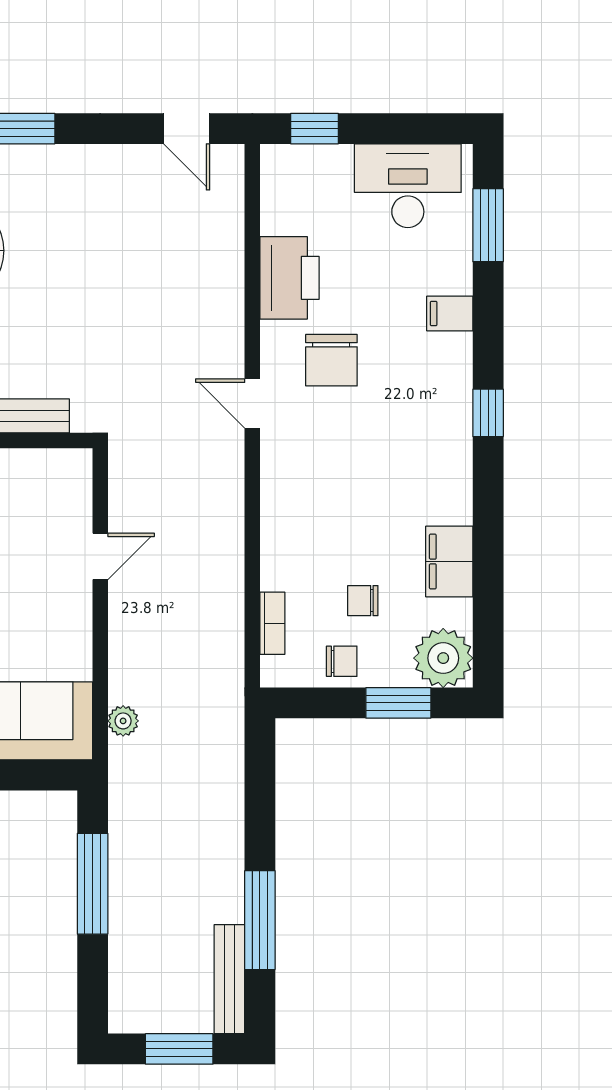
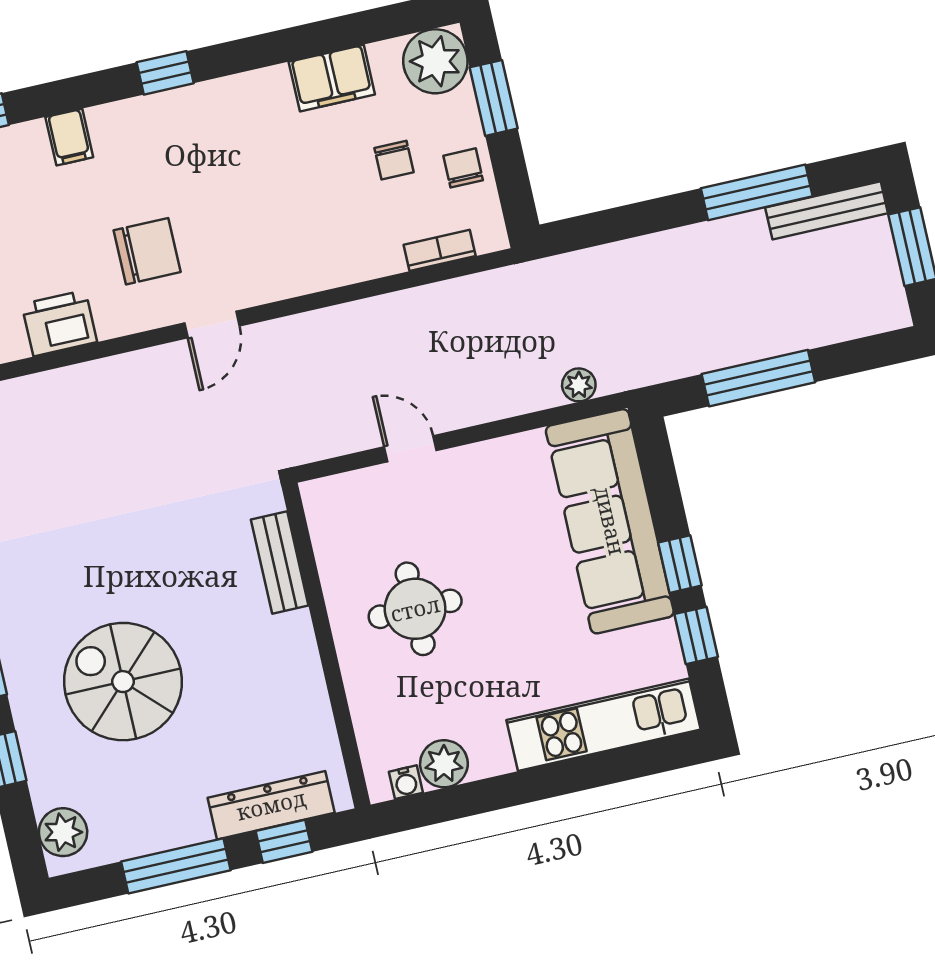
printer: (290, 278) -> (59, 323), width x0.73, depth x0.84

